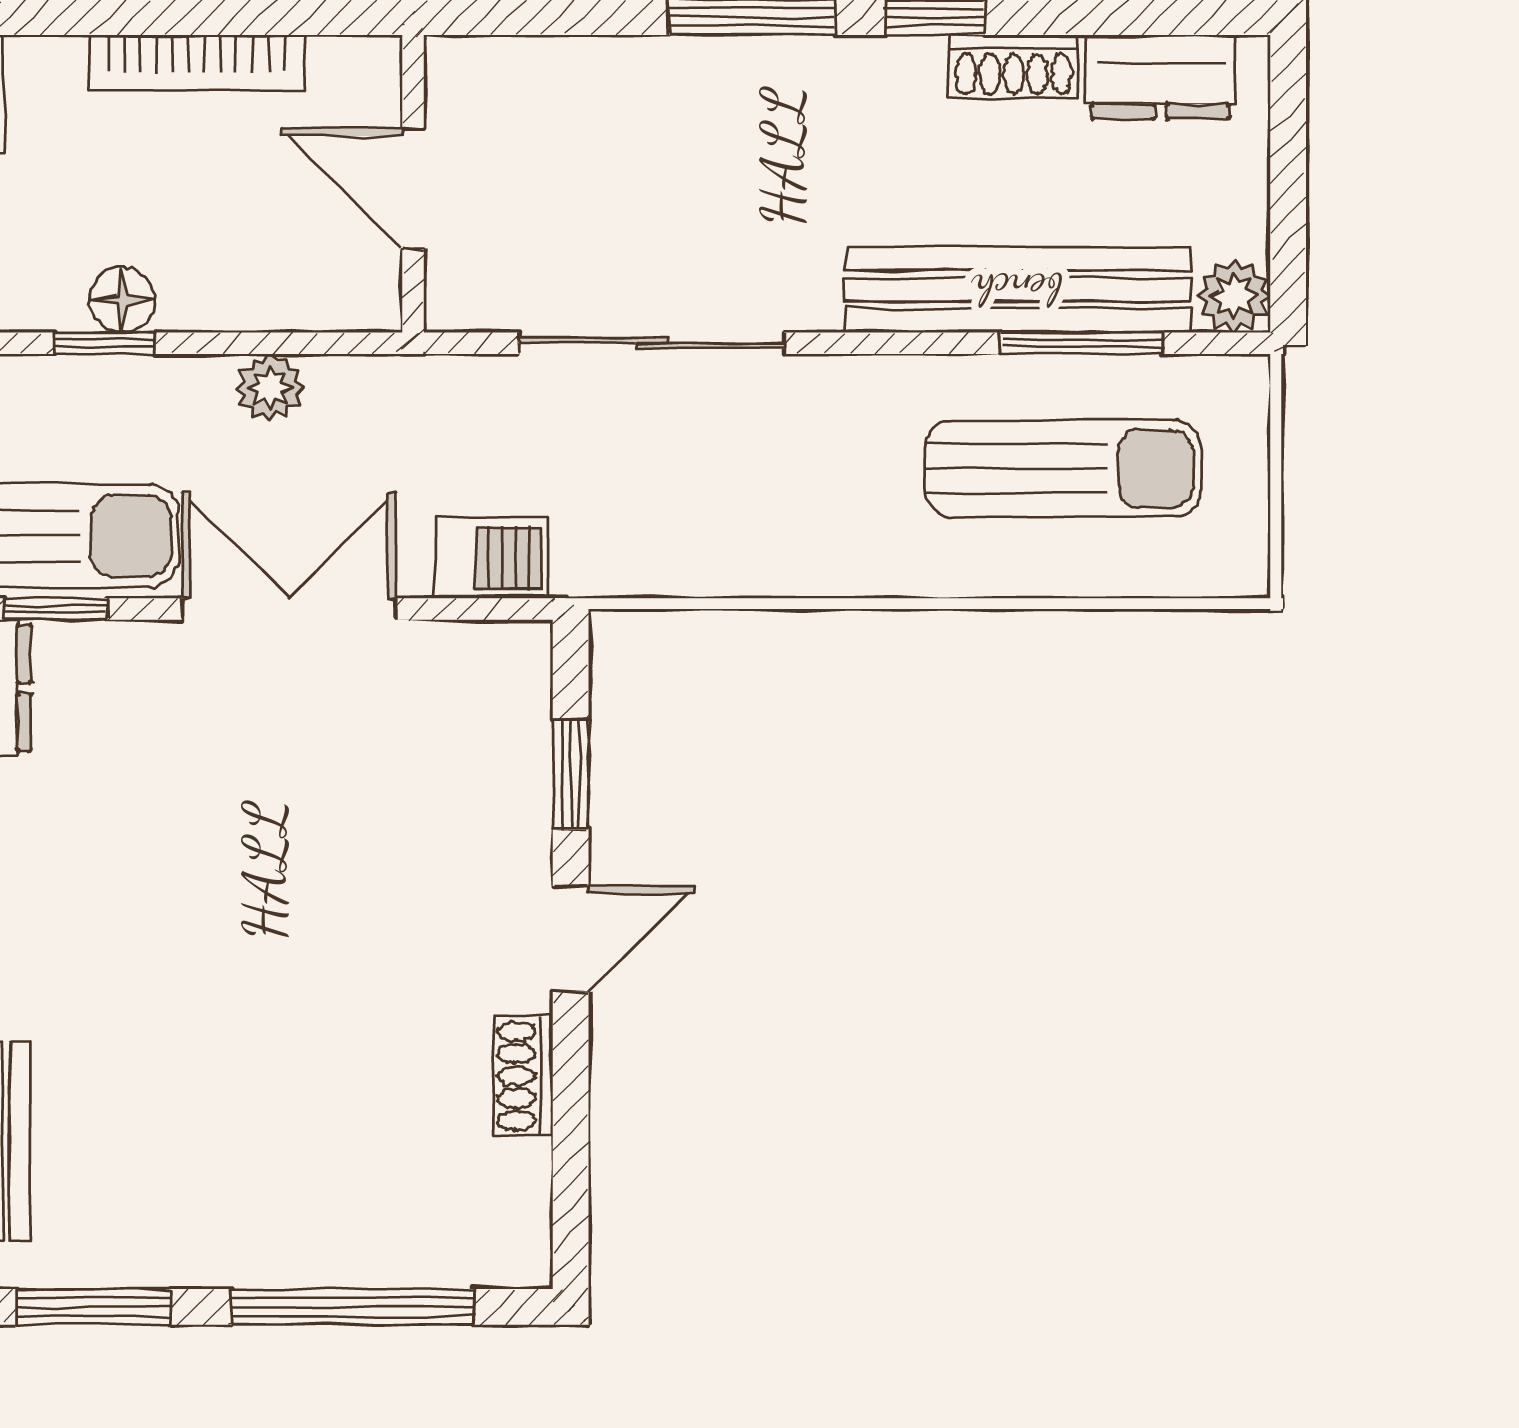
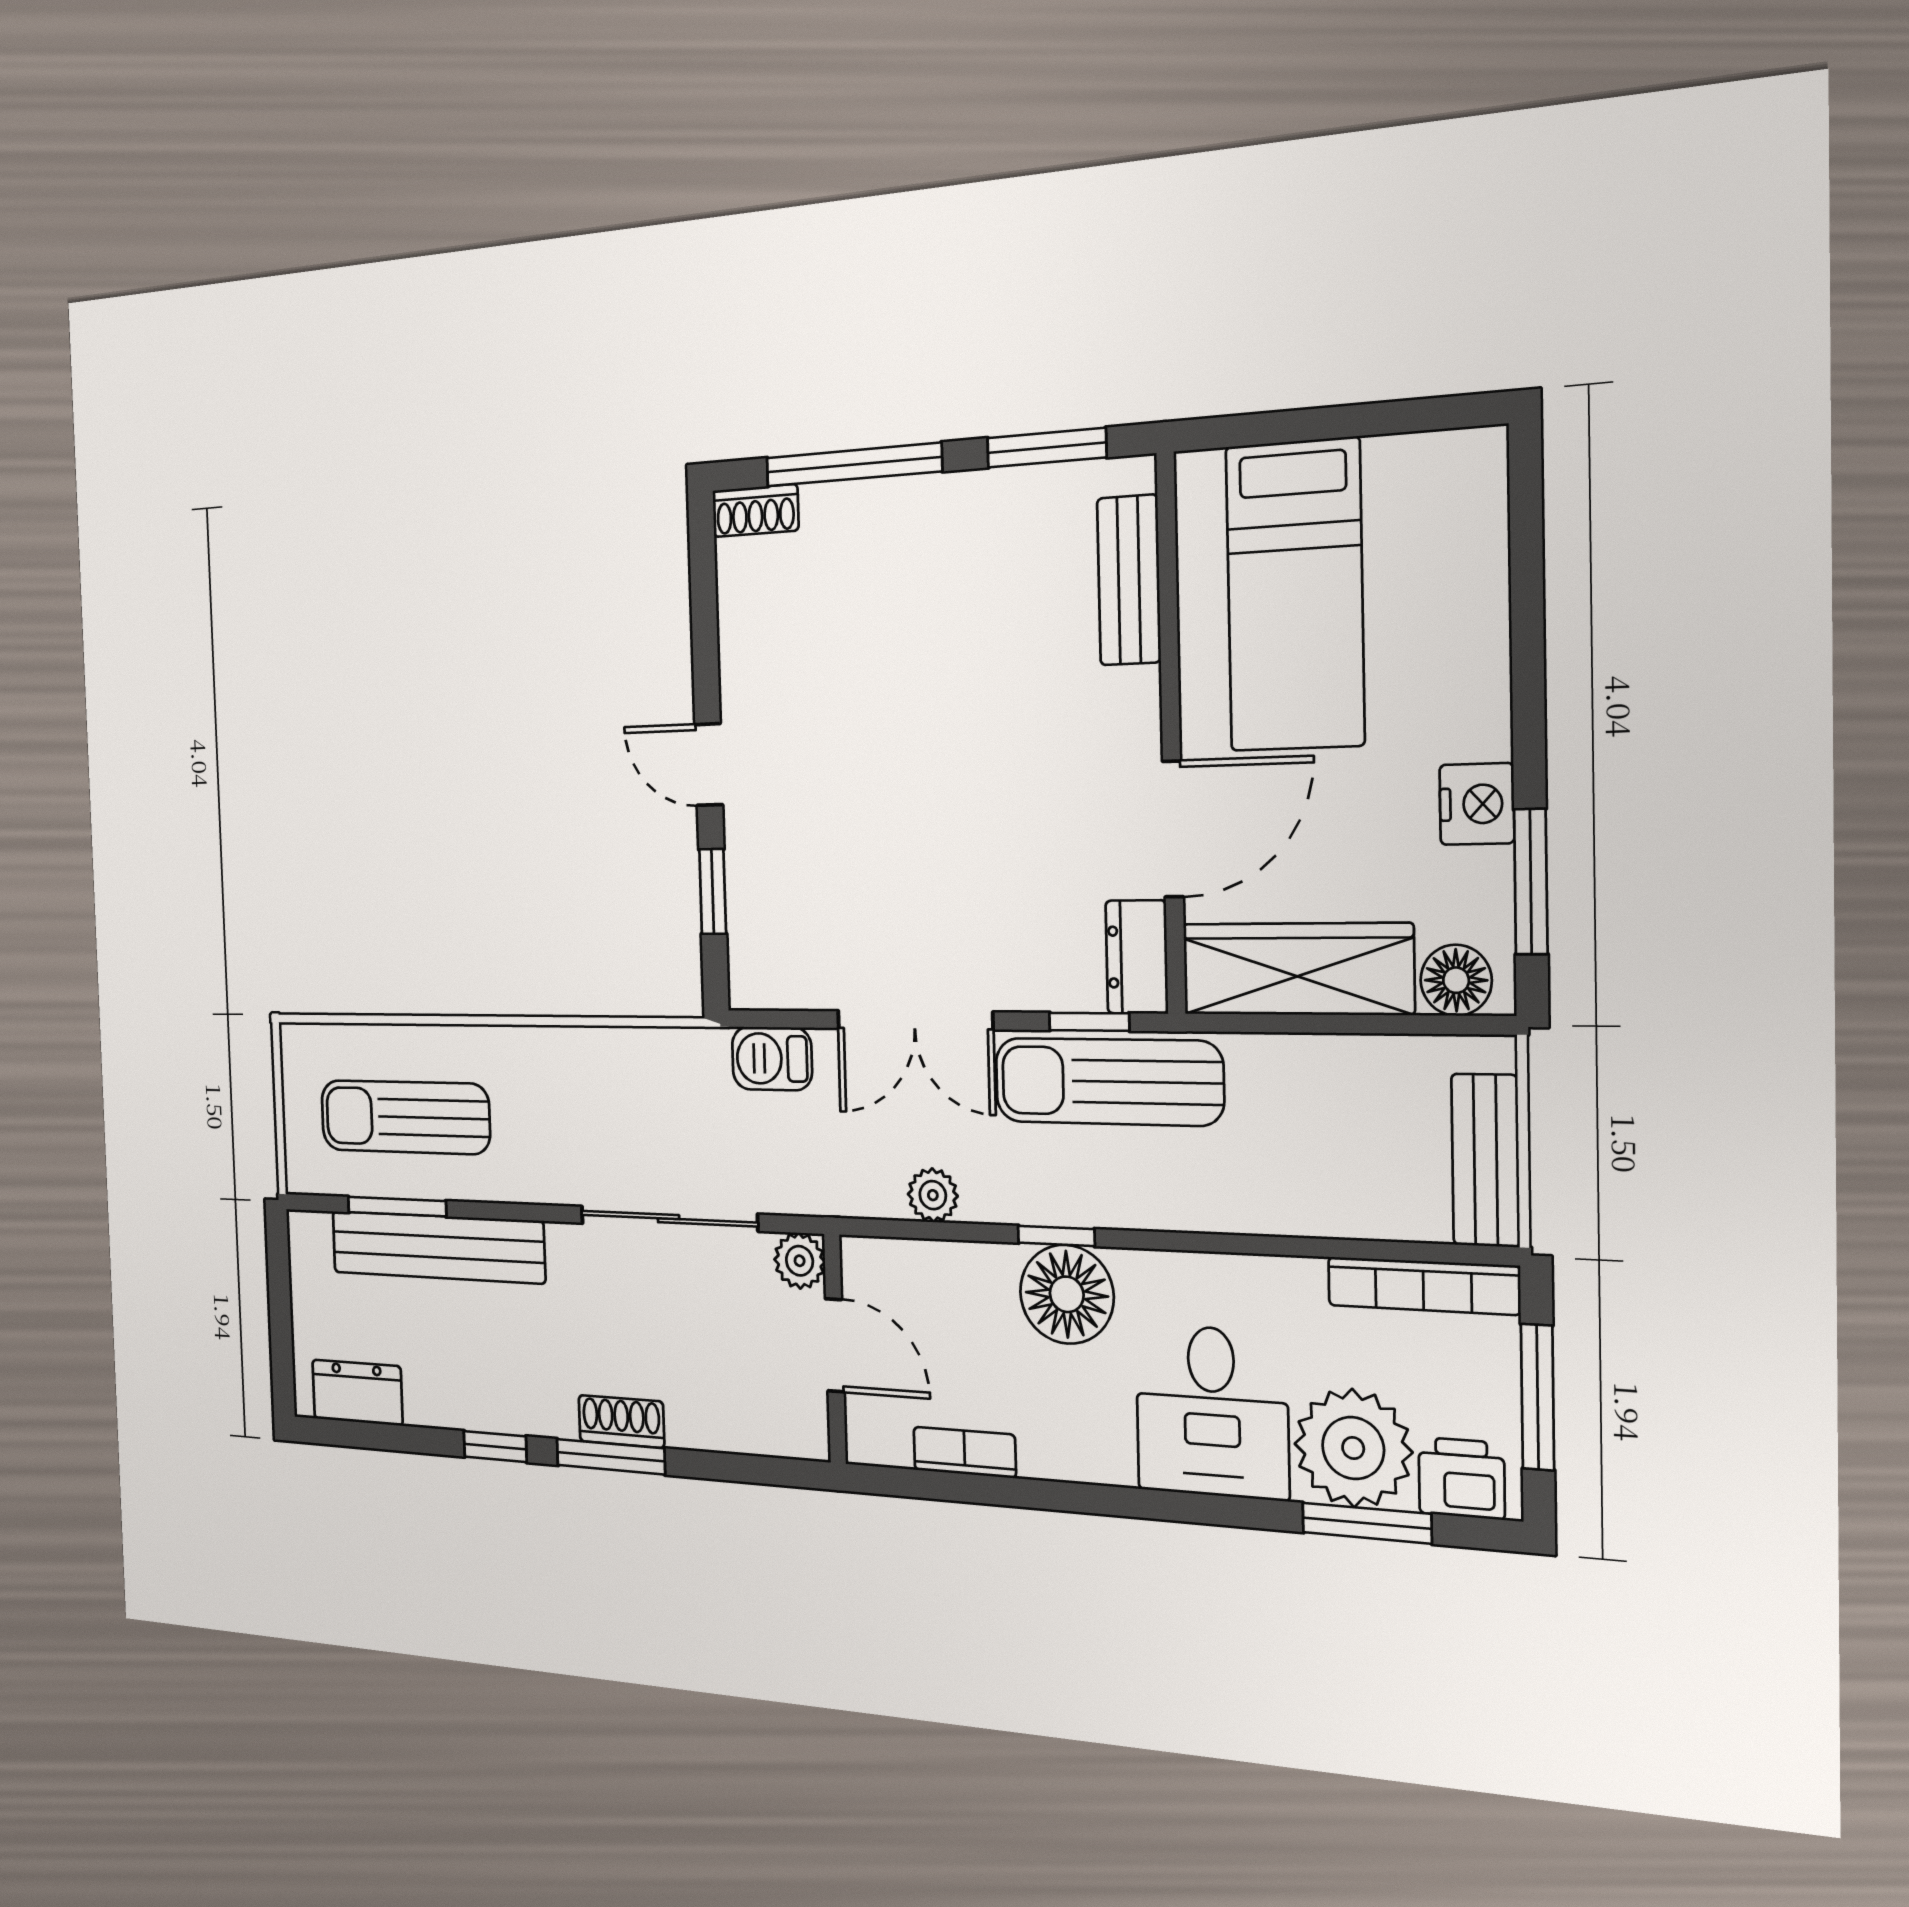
bookcase: (197, 63) -> (965, 1452), width x0.64
shoe rack: (1014, 66) -> (621, 1421), moved
plant: (1234, 296) -> (800, 1261), moved
floor lamp: (122, 300) -> (1067, 1294), width x1.89, depth x1.89
door: (571, 939) -> (709, 765), hinge flipped
shoe rack: (523, 1076) -> (755, 511), moved, turned 90

